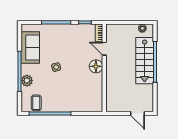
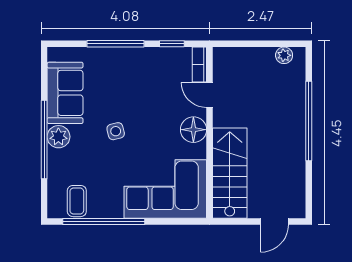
stairs: (145, 61) -> (230, 173), moved, turned 180
plant: (27, 81) -> (58, 137), moved
corner sofa: (82, 97) -> (165, 189), added
door: (137, 113) -> (274, 222), hinge flipped

